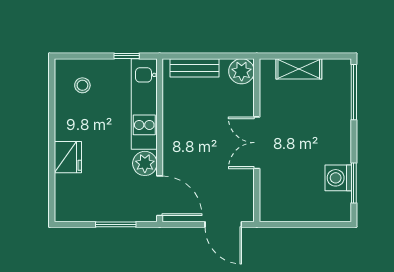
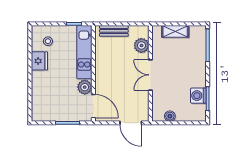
plant: (242, 71) -> (141, 45), moved
fridge: (68, 157) -> (39, 61), moved
boiler: (290, 213) -> (170, 116), added

